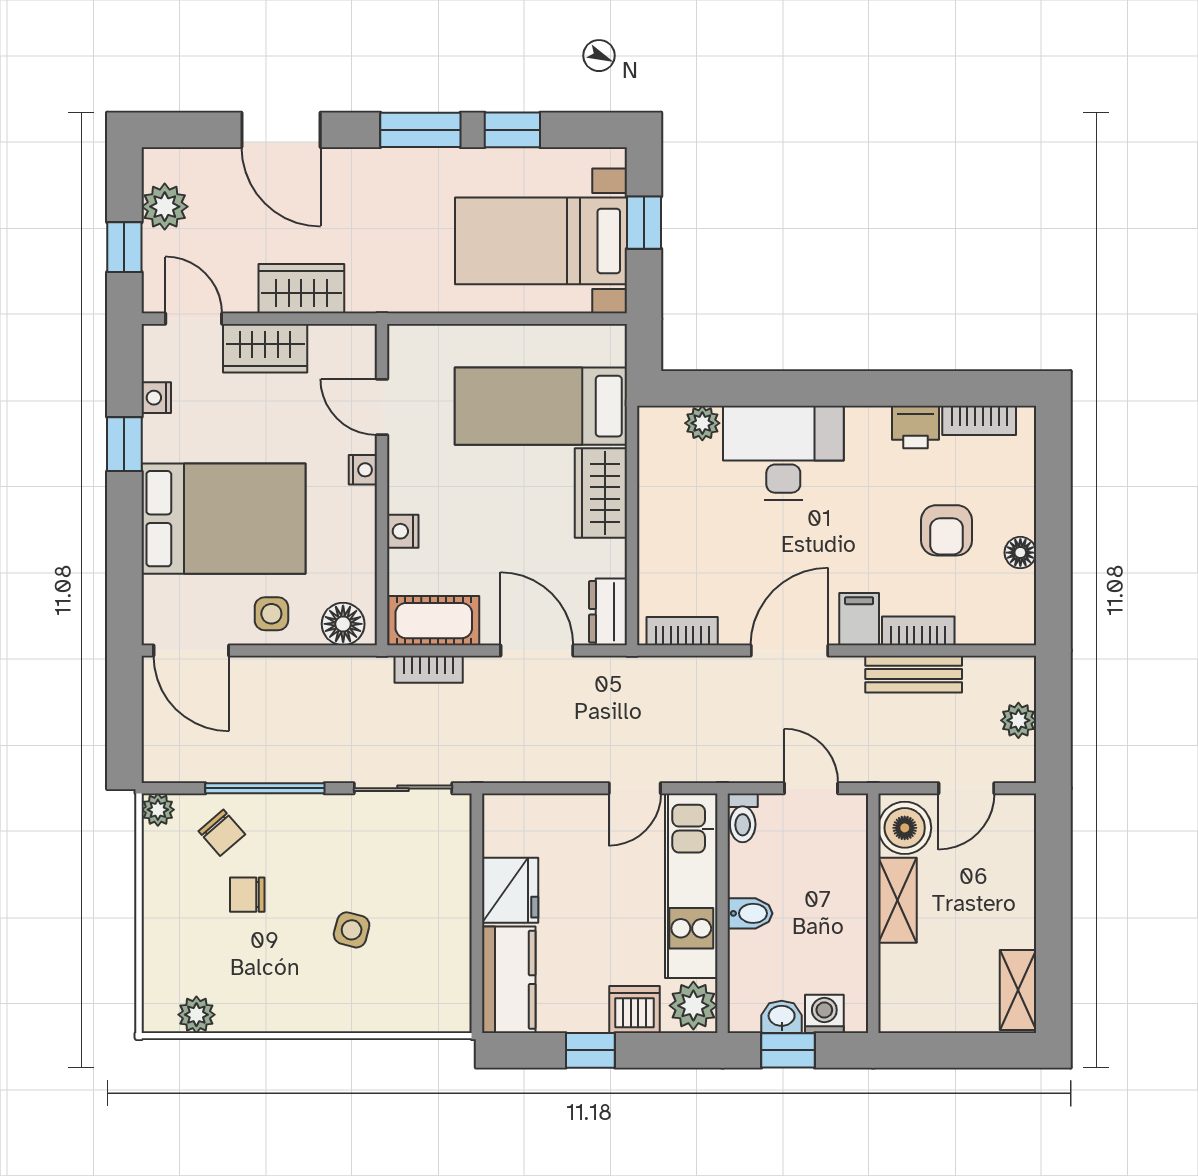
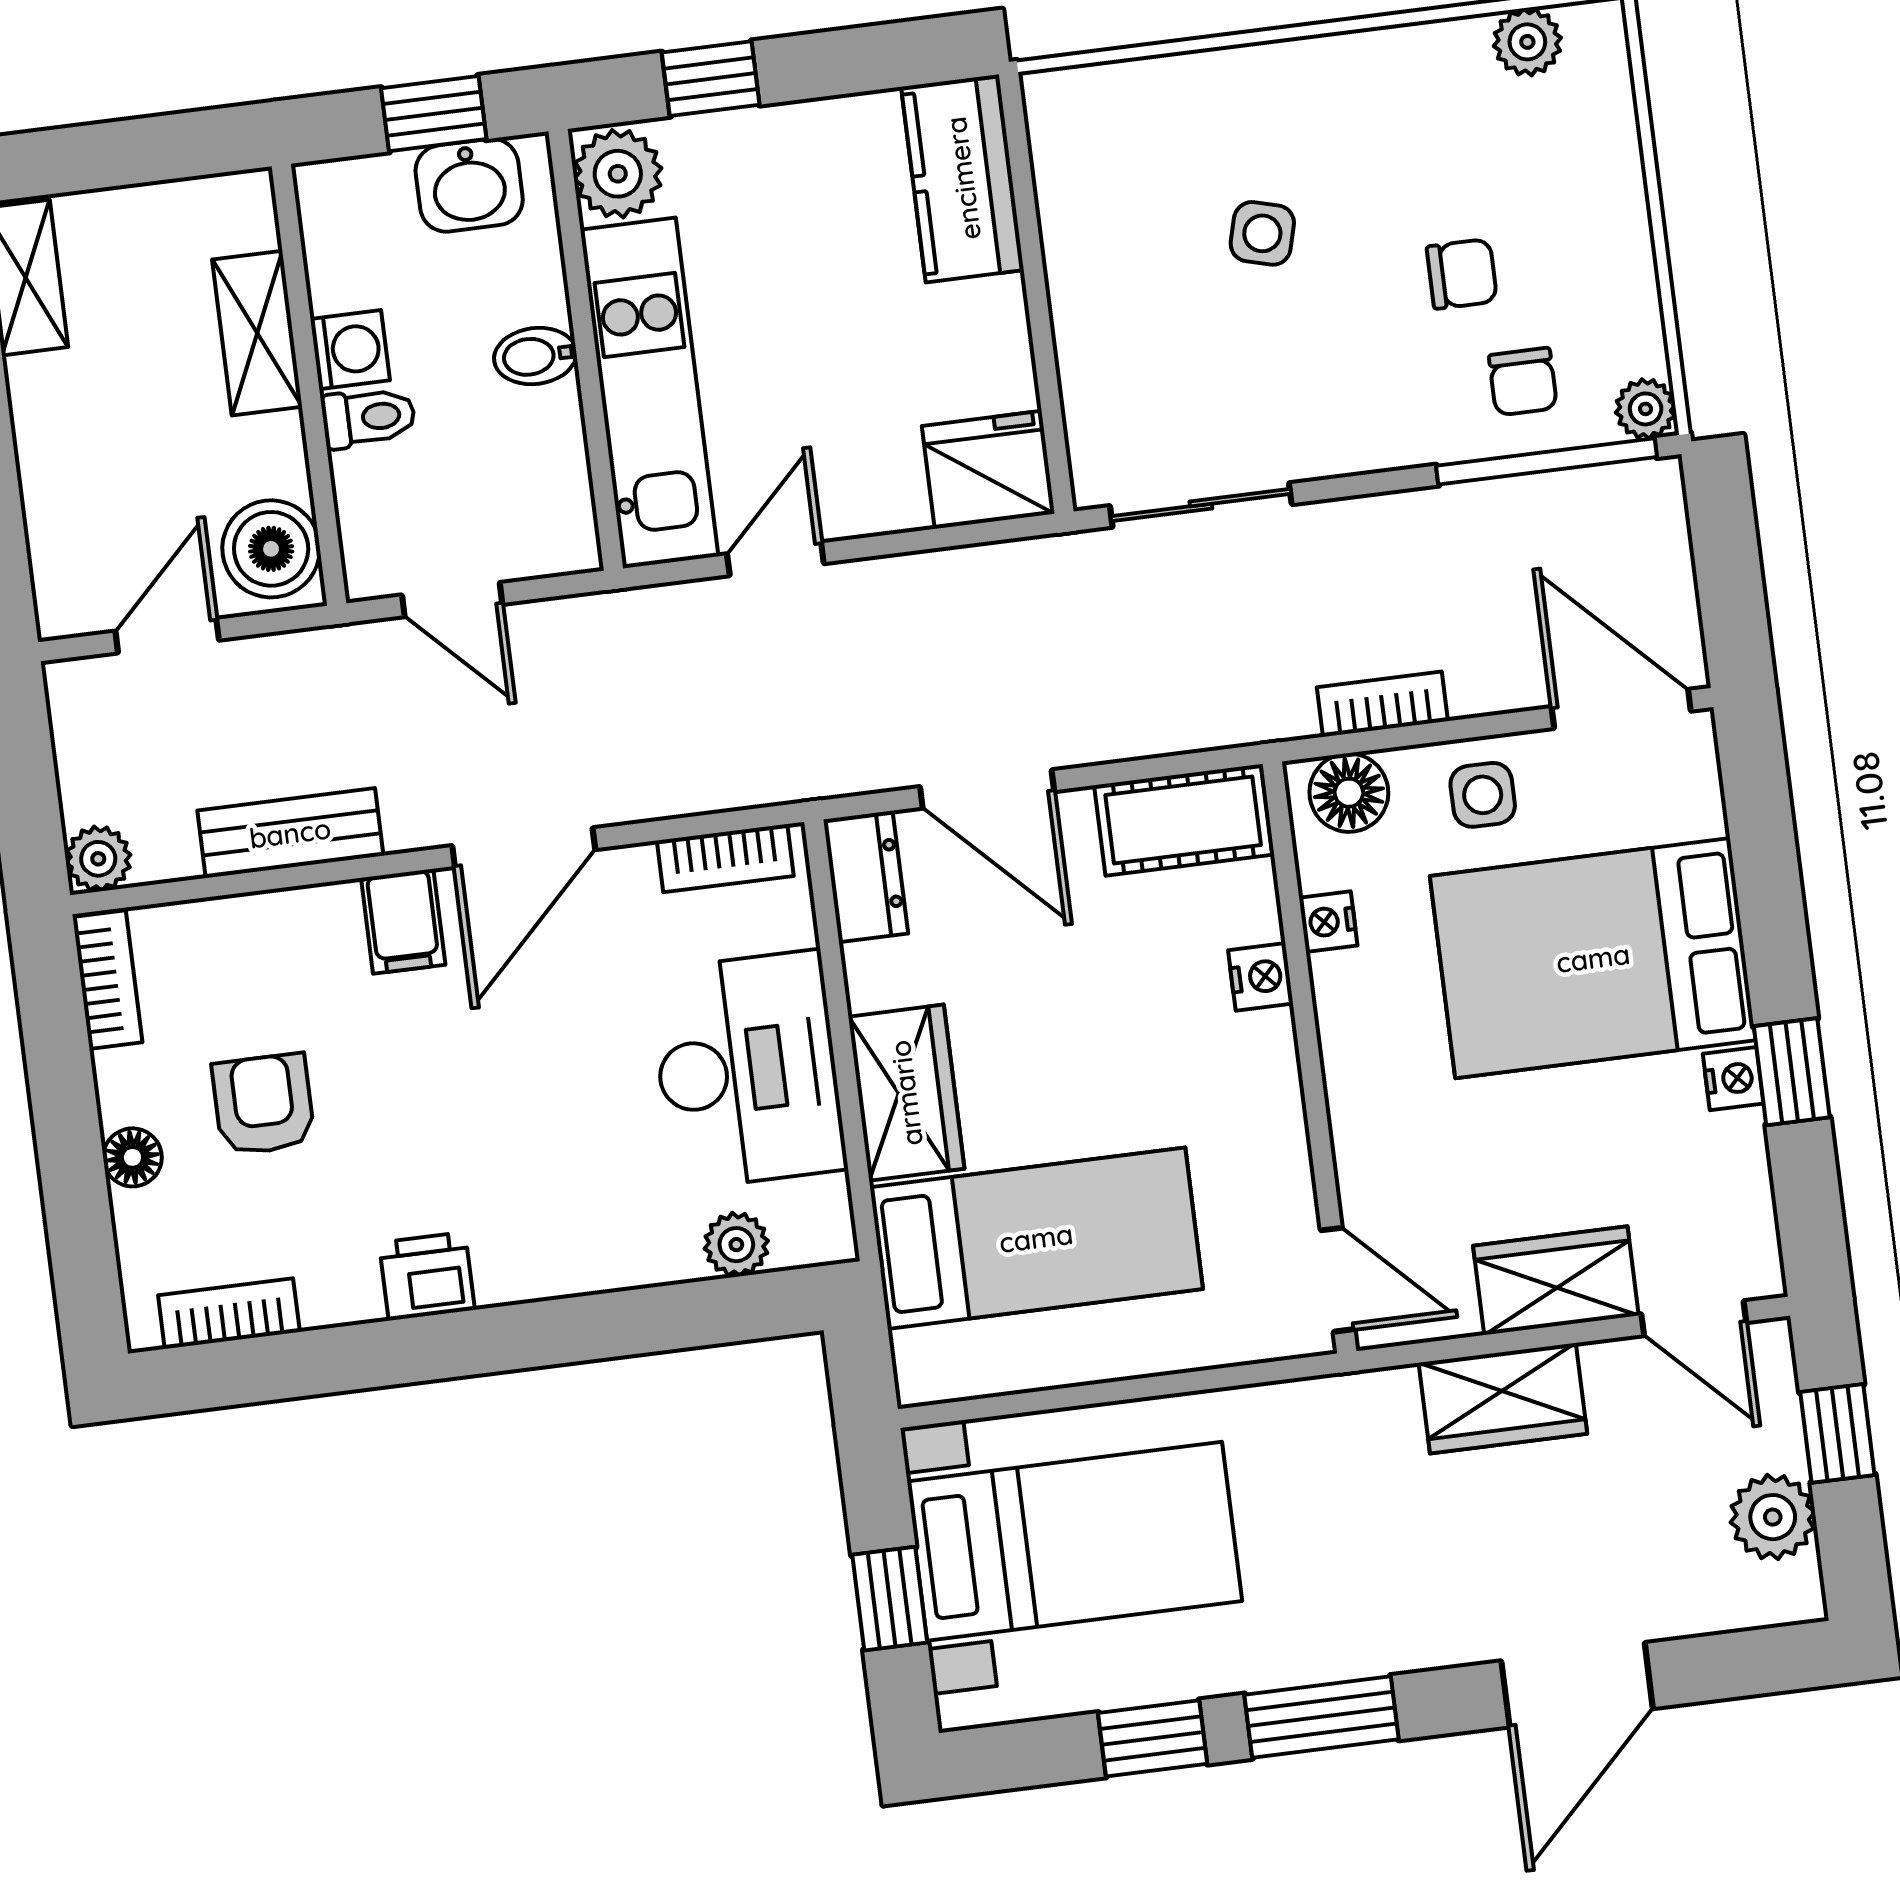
door: (281, 130) -> (1577, 1685), swing flipped
nightstand: (156, 398) -> (1733, 1079), moved
door: (382, 407) -> (1338, 1280), moved
printer: (916, 427) -> (427, 1276), moved
desk: (783, 453) -> (747, 1070), moved, turned -90
nightstand: (363, 470) -> (1328, 922), moved
floor lamp: (1020, 553) -> (132, 1157), moved
bookcase: (918, 631) -> (108, 980), moved, turned -90
bookcase: (429, 669) -> (1382, 704), moved
plant: (1018, 720) -> (98, 859), moved
window: (265, 788) -> (1546, 461), moved
toilet: (743, 818) -> (368, 417), moved, turned 90
chair: (222, 833) -> (1523, 382), turned -139
fridge: (510, 890) -> (988, 470), moved, turned 90
shelving: (898, 900) -> (257, 333), moved
dishwasher: (634, 1009) -> (725, 153), removed
washing machine: (824, 1014) -> (350, 350), moved, turned -90
washbasin: (782, 1017) -> (469, 185), width x1.38, depth x1.45
window: (590, 1050) -> (711, 79), moved

